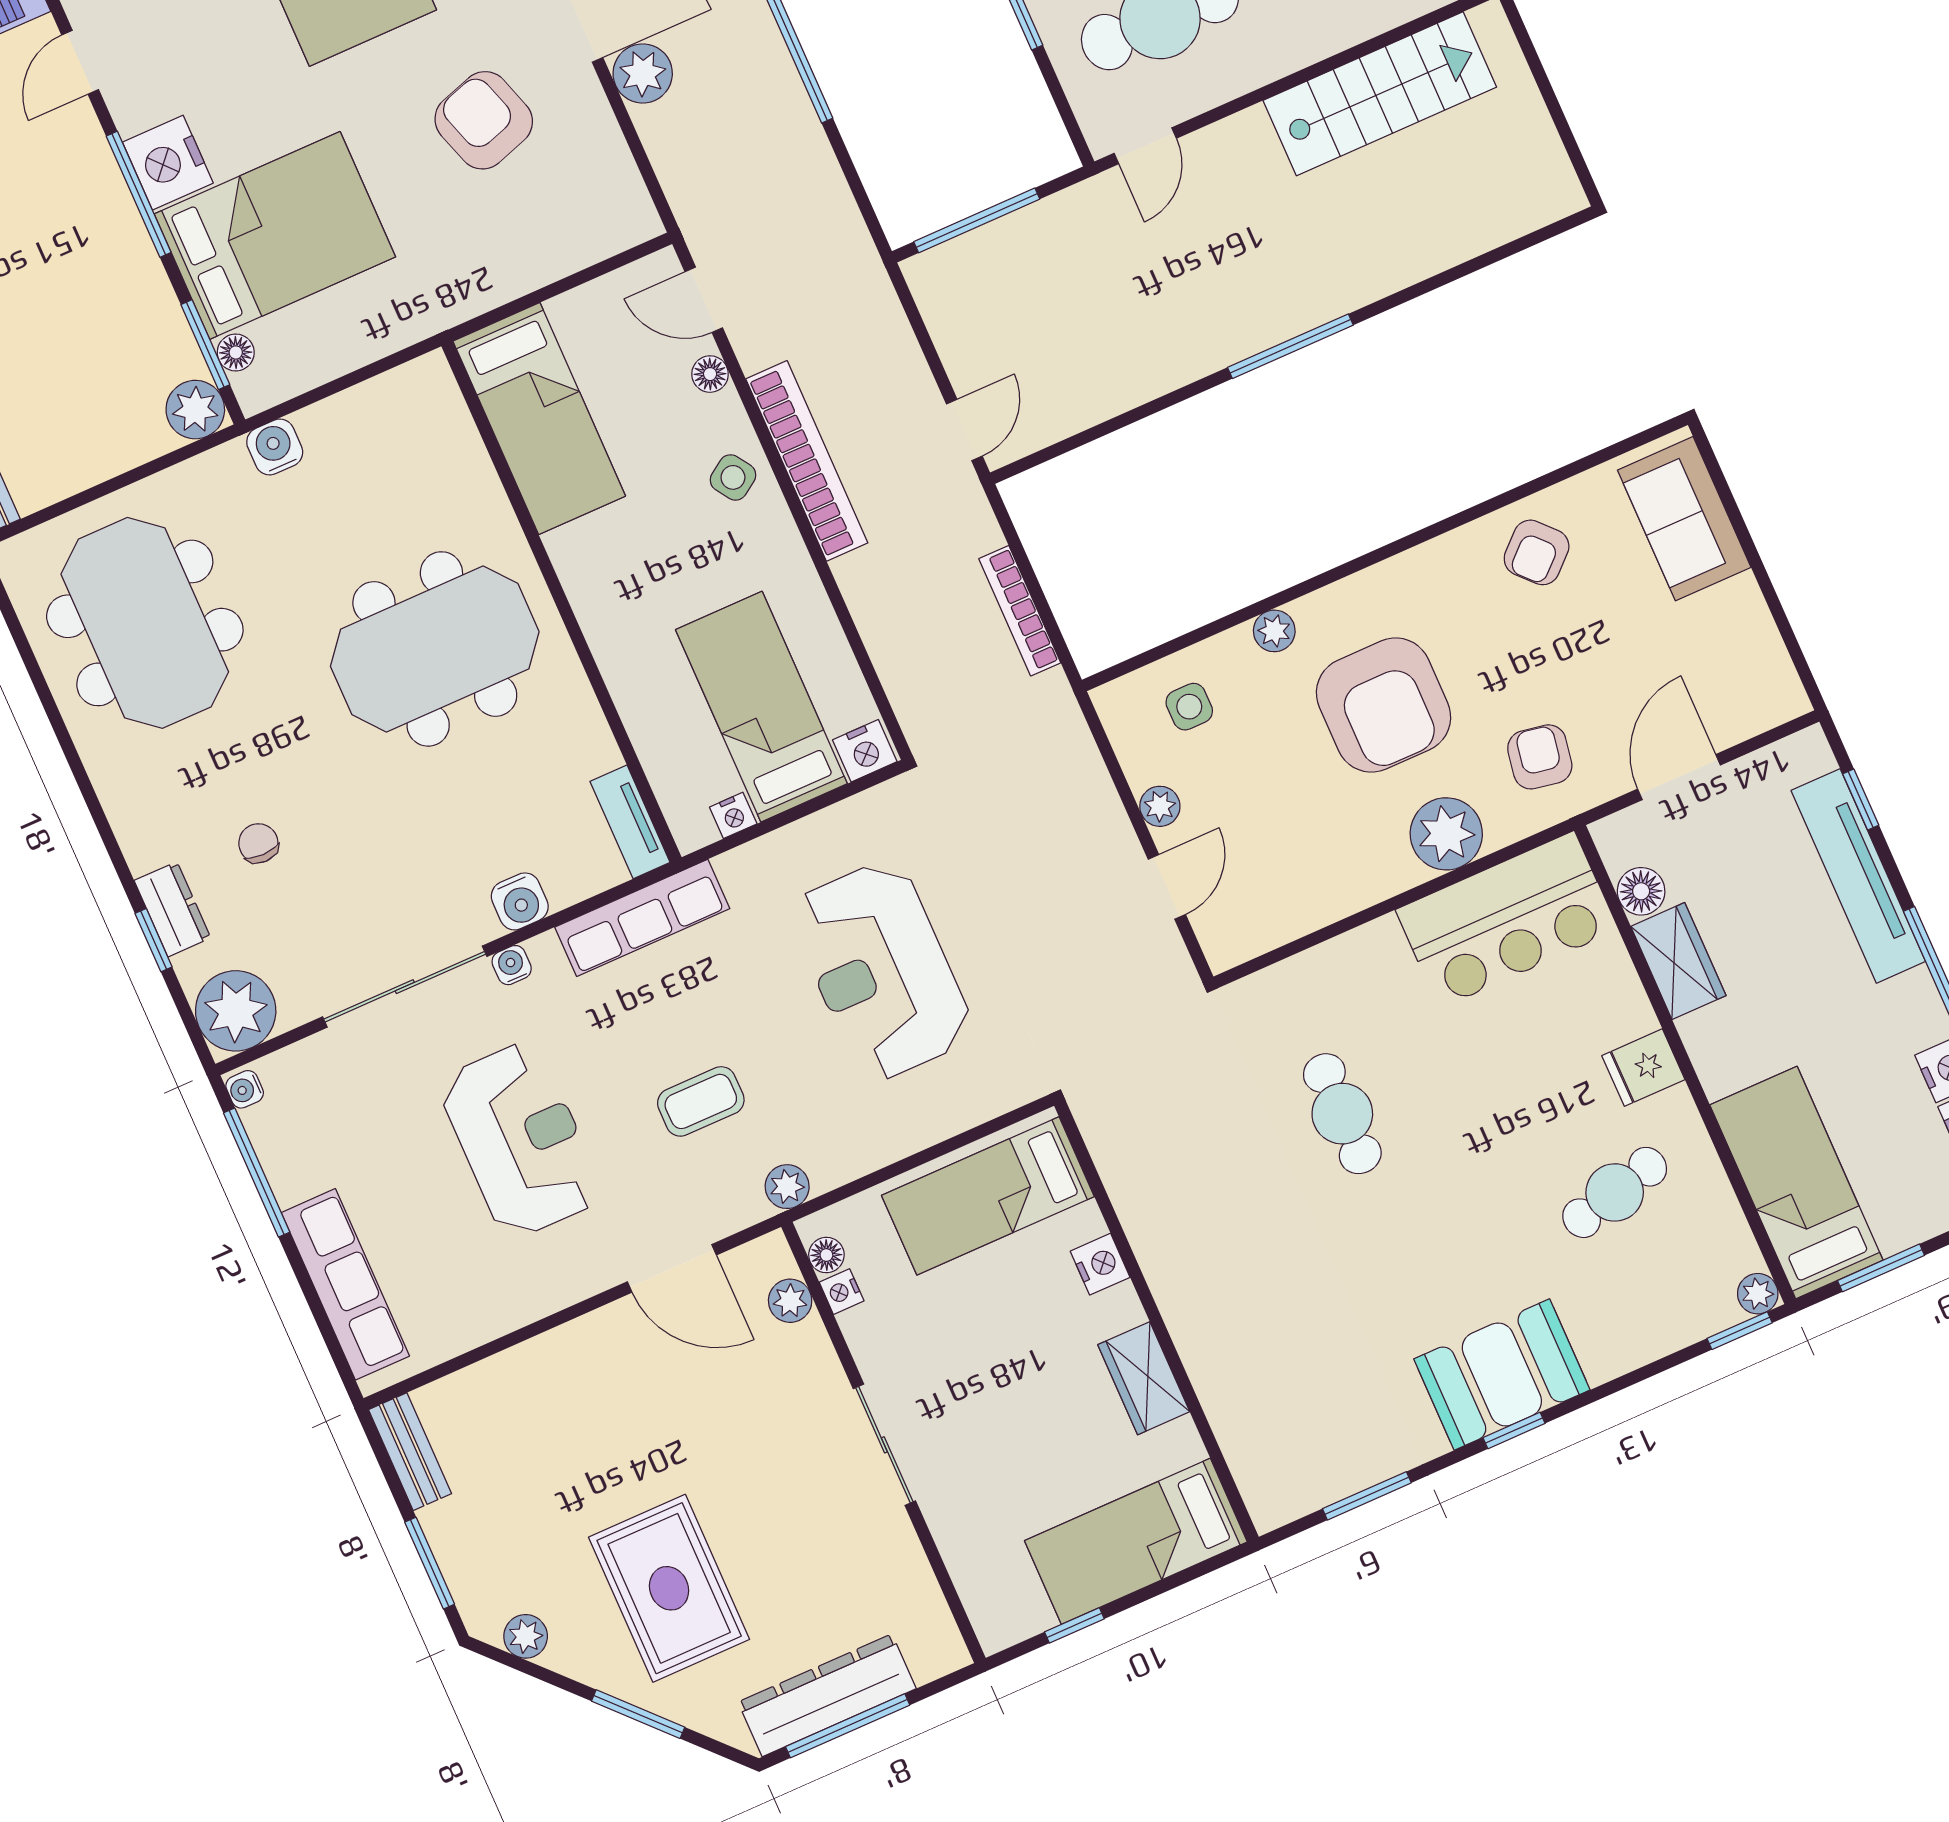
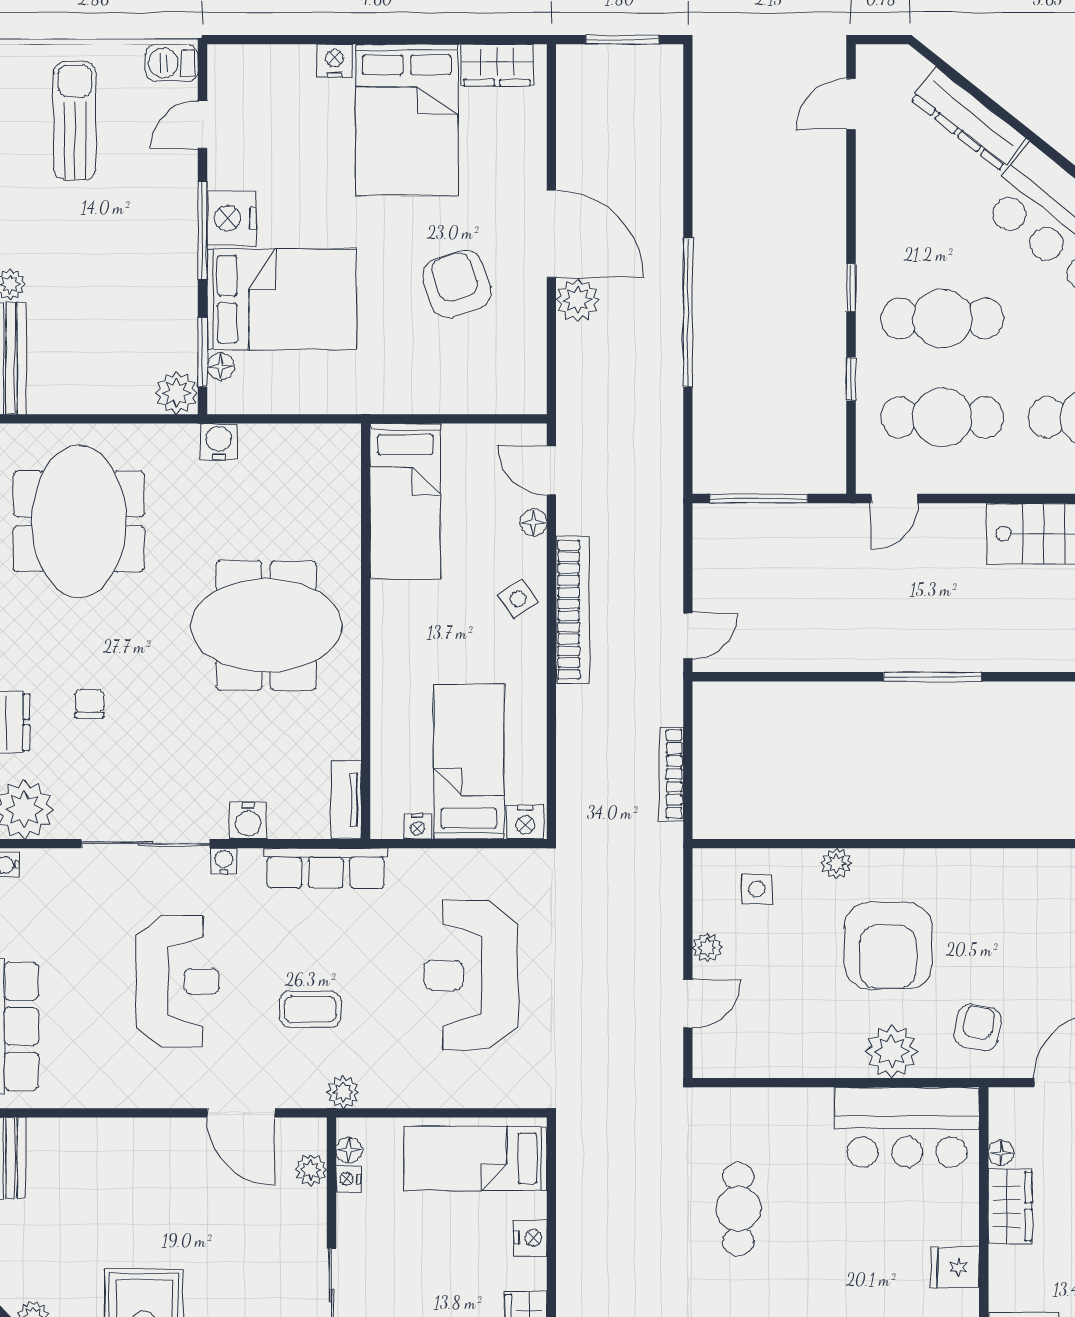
armchair: (1537, 552) -> (1036, 889), removed
floor lamp: (1641, 891) -> (1001, 1153), width x0.73, depth x0.73

